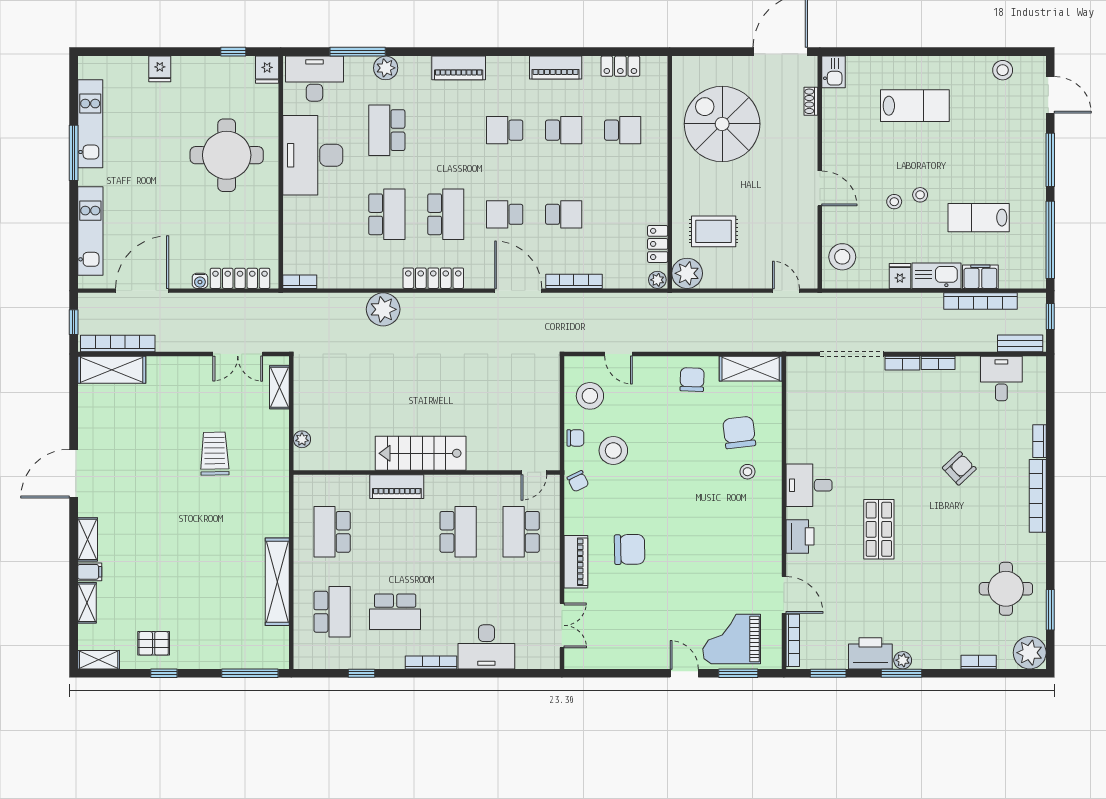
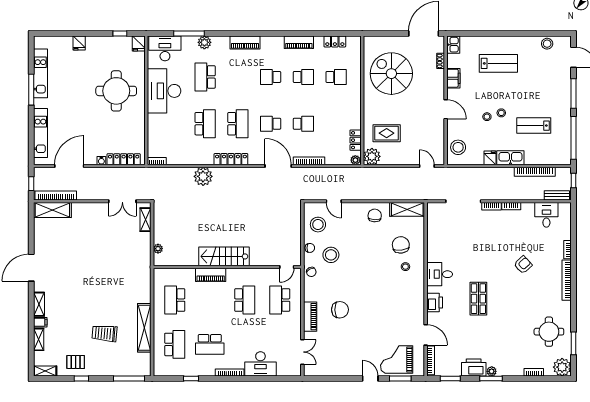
filing cabinet: (980, 277) -> (453, 78), moved, turned 90
trolley: (215, 454) -> (105, 333), moved, turned -84

